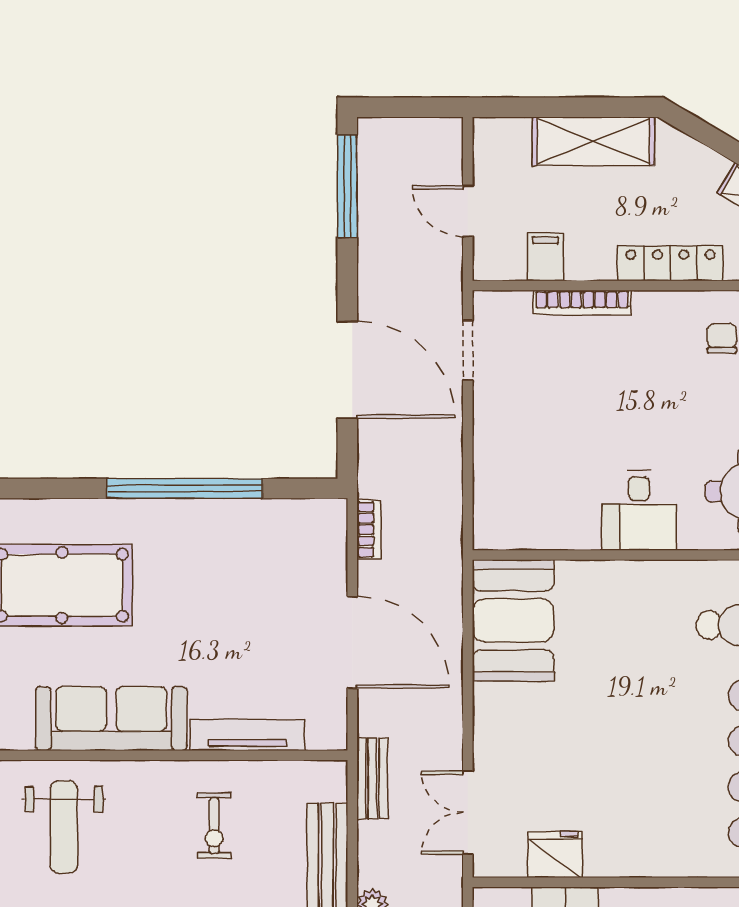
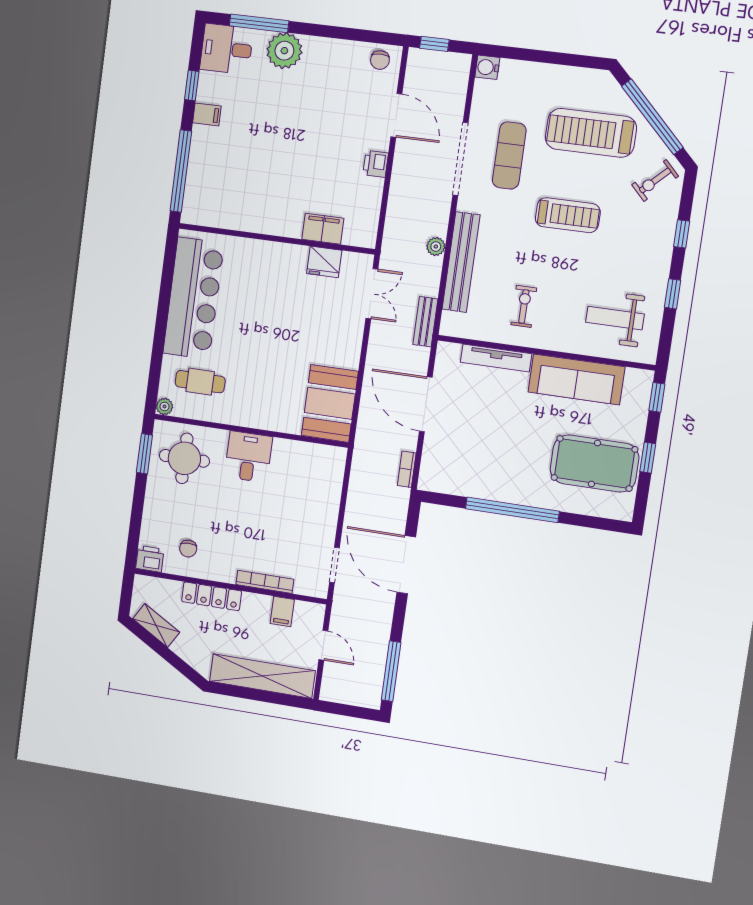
shelving: (593, 141) -> (262, 676), width x1.47
weight bench: (64, 827) -> (615, 318), turned -90

